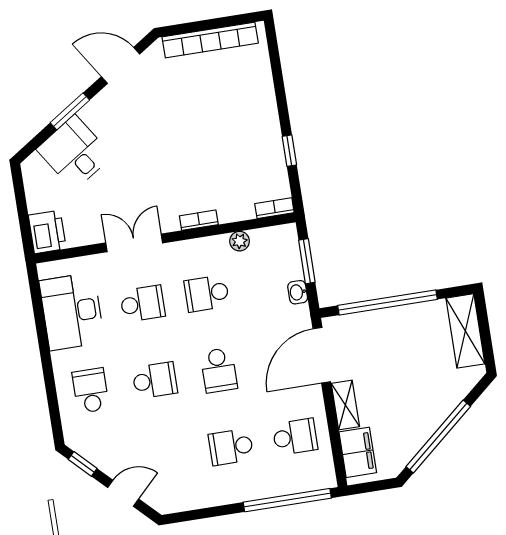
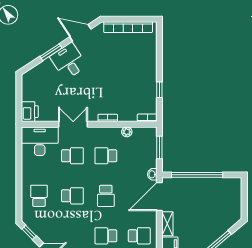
desk: (74, 153) -> (68, 61), moved
washbasin: (298, 292) -> (152, 174), moved
desk: (72, 312) -> (40, 141), moved, turned 90
shelving: (465, 331) -> (234, 196), removed

